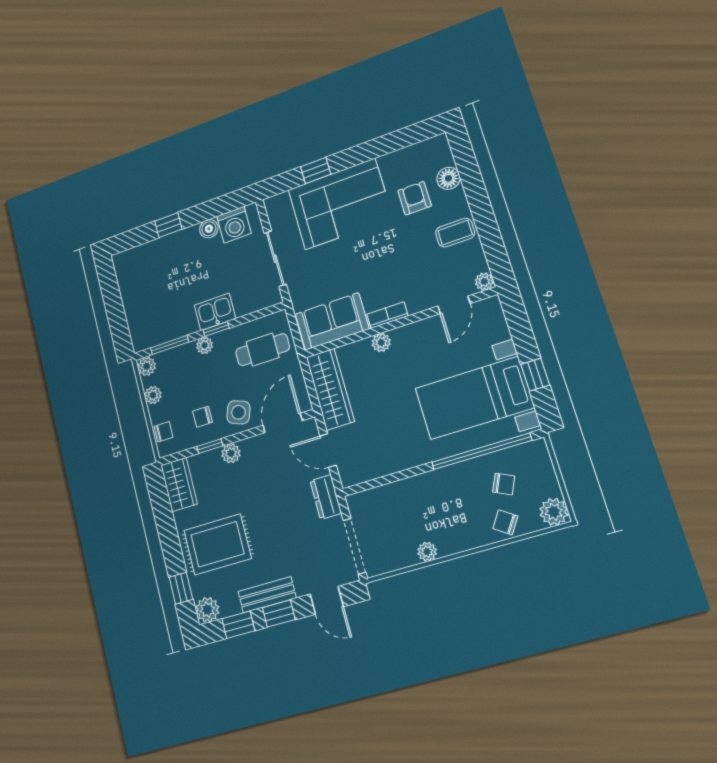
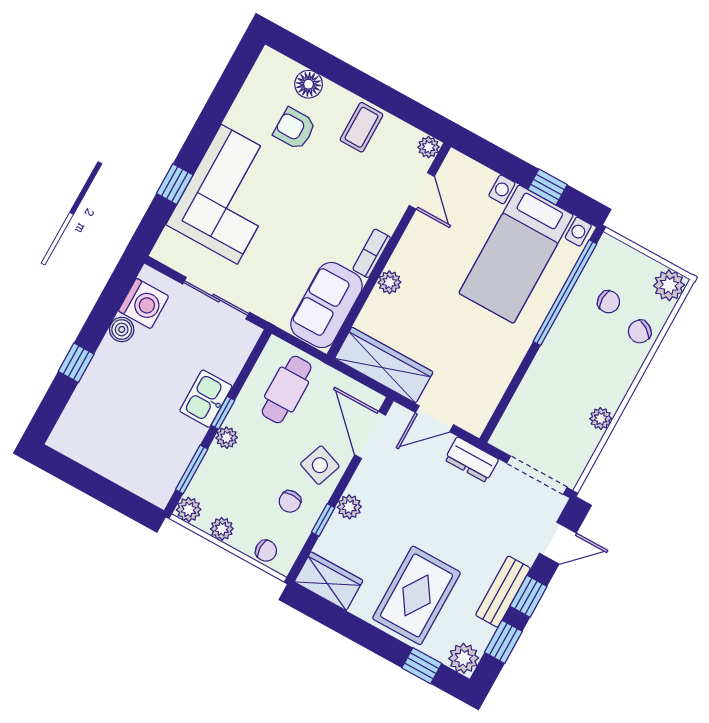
chair: (163, 432) -> (266, 551), turned 90
chair: (504, 484) -> (609, 302), turned 65

